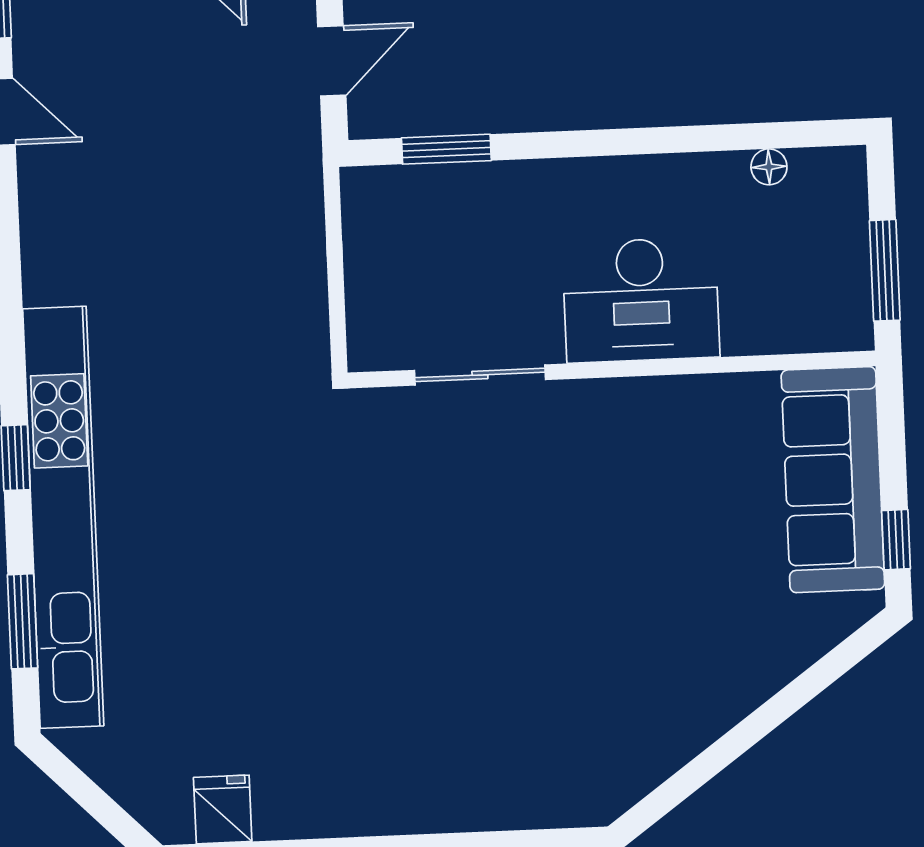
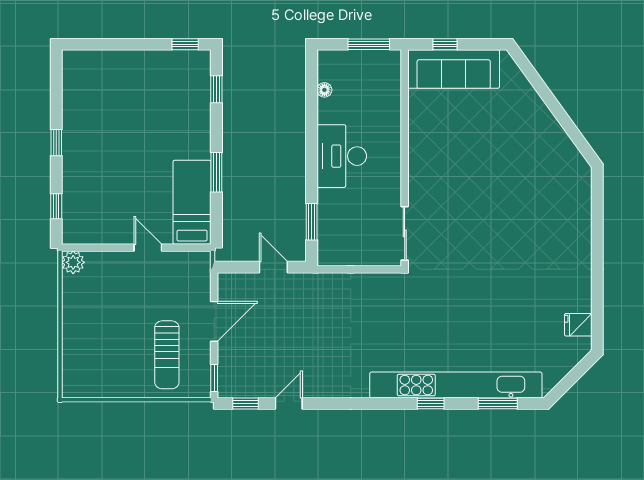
desk: (641, 300) -> (342, 156), moved, turned 180
sliding door: (480, 375) -> (405, 233), moved
window: (896, 540) -> (445, 44), moved

